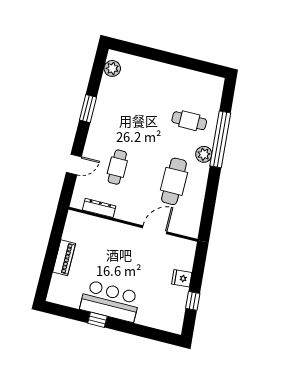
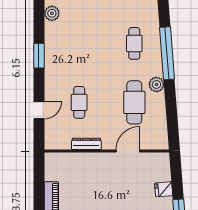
cafe table: (189, 121) -> (134, 43), turned 90
plant: (204, 154) -> (156, 84), moved
dresser: (99, 208) -> (86, 144), moved

